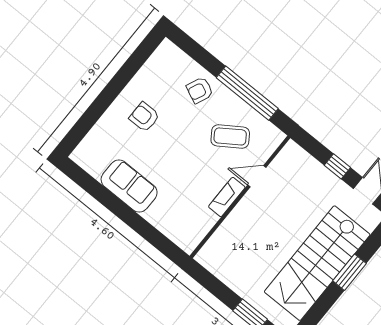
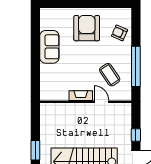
armchair: (200, 90) -> (120, 33), moved
armchair: (144, 117) -> (87, 28), width x1.88, depth x1.88

